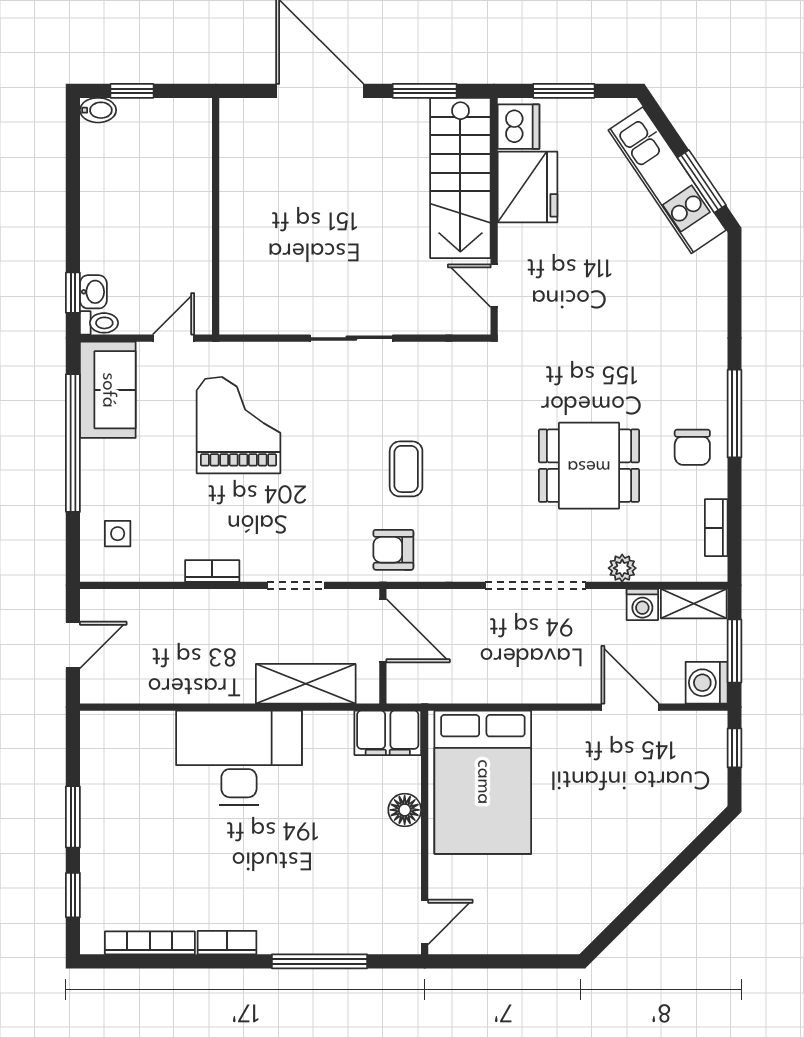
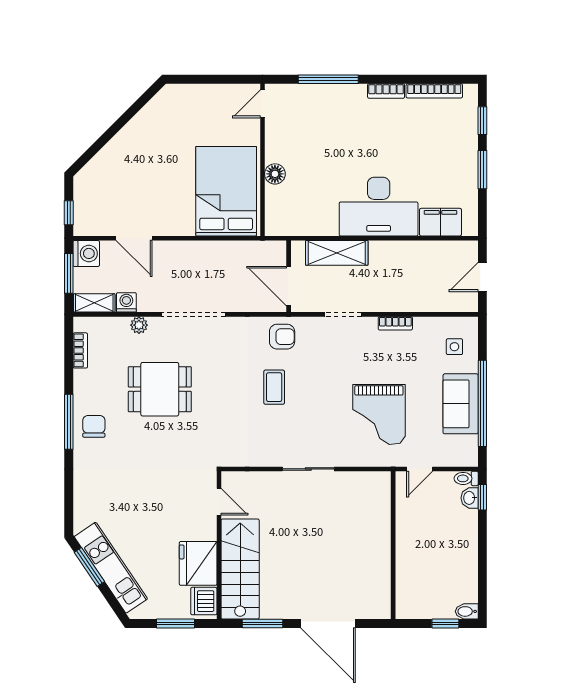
sofa: (108, 390) -> (461, 404), moved
chair: (692, 447) -> (94, 426), moved
filing cabinet: (388, 733) -> (440, 222), moved

